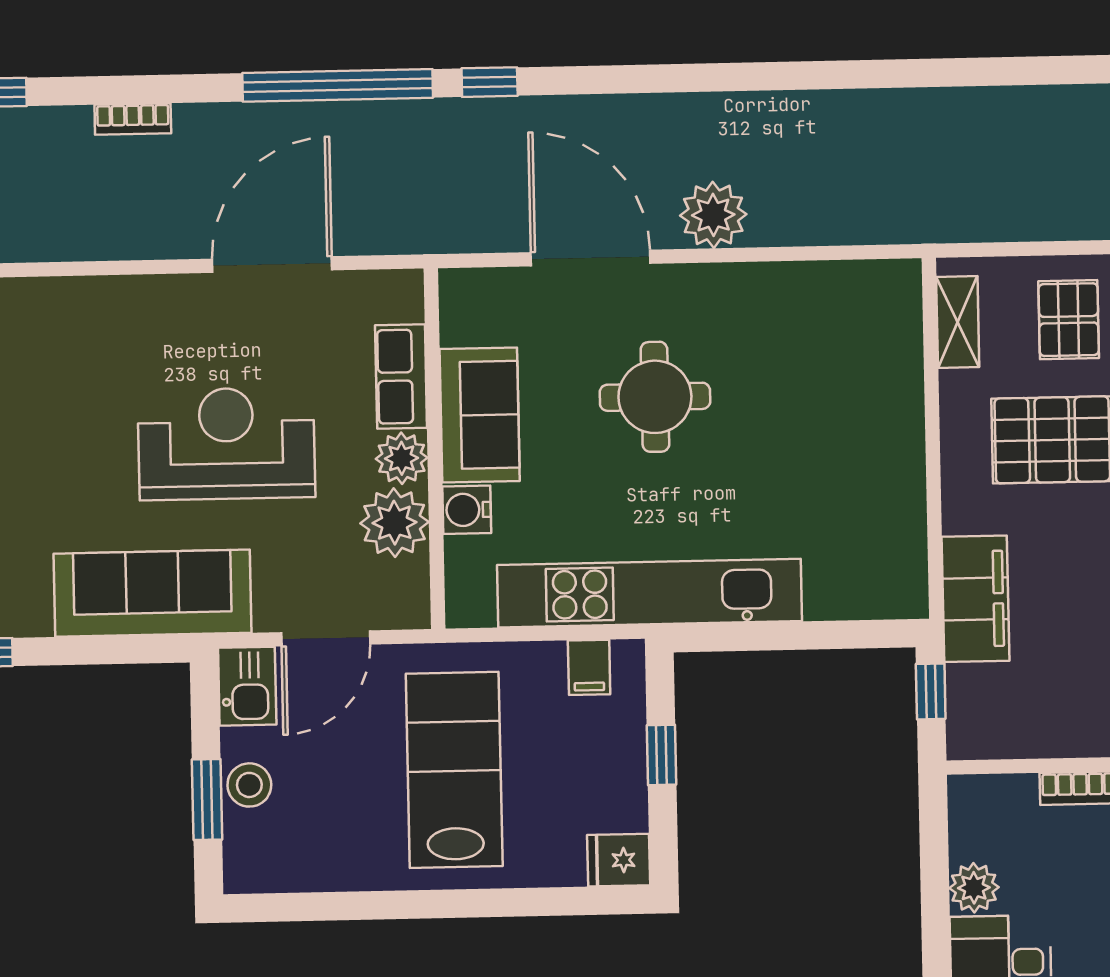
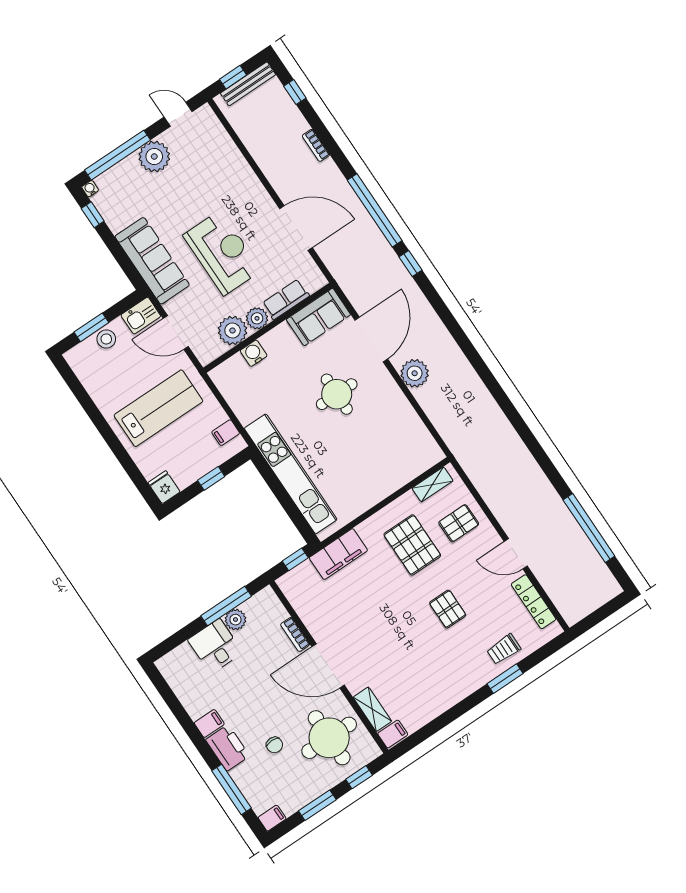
sofa: (480, 415) -> (318, 317), moved
kitchen unit: (650, 593) -> (291, 474), moved
window: (935, 889) -> (226, 606), added

